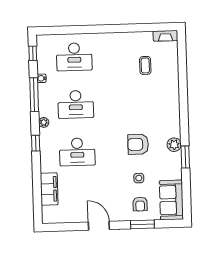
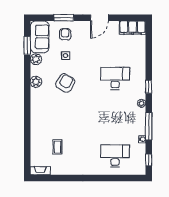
desk: (76, 104) -> (115, 117), removed
armchair: (138, 144) -> (65, 83), turned -59
window: (185, 157) -> (27, 46), moved
plant: (175, 172) -> (36, 59), added
filing cabinet: (49, 189) -> (133, 28), moved, turned -90
door: (99, 226) -> (99, 18), hinge flipped

